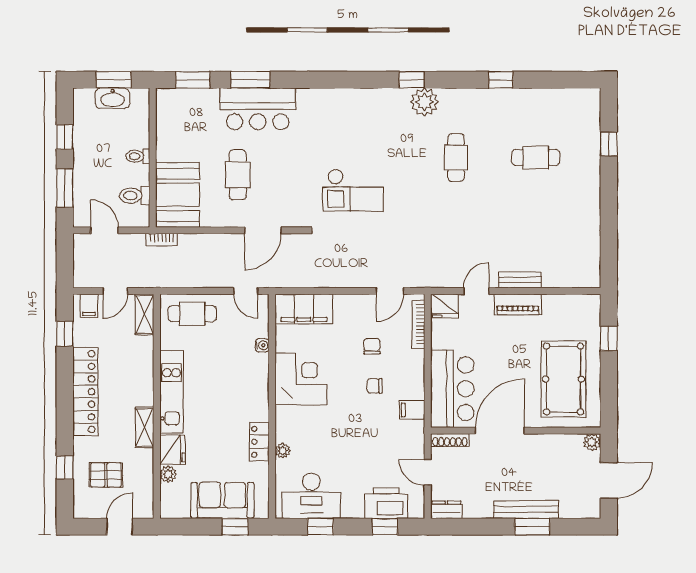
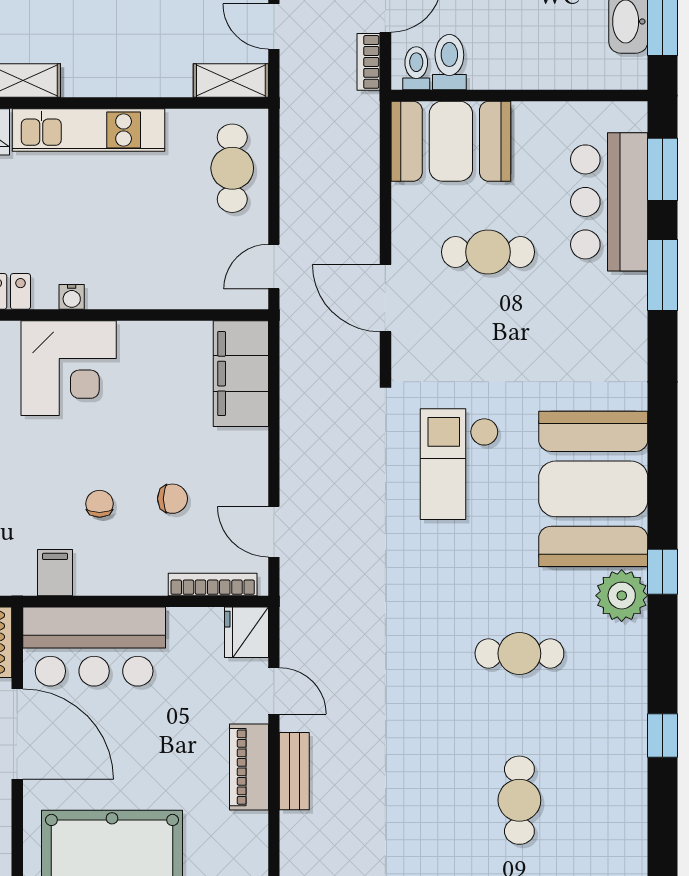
bar counter: (258, 109) -> (609, 202), moved
booth: (367, 117) -> (593, 489), added
toilet: (138, 156) -> (416, 68), moved
bookcase: (162, 240) -> (369, 62), moved
water cooler: (262, 345) -> (72, 297), moved
corner desk: (301, 379) -> (69, 368), moved

